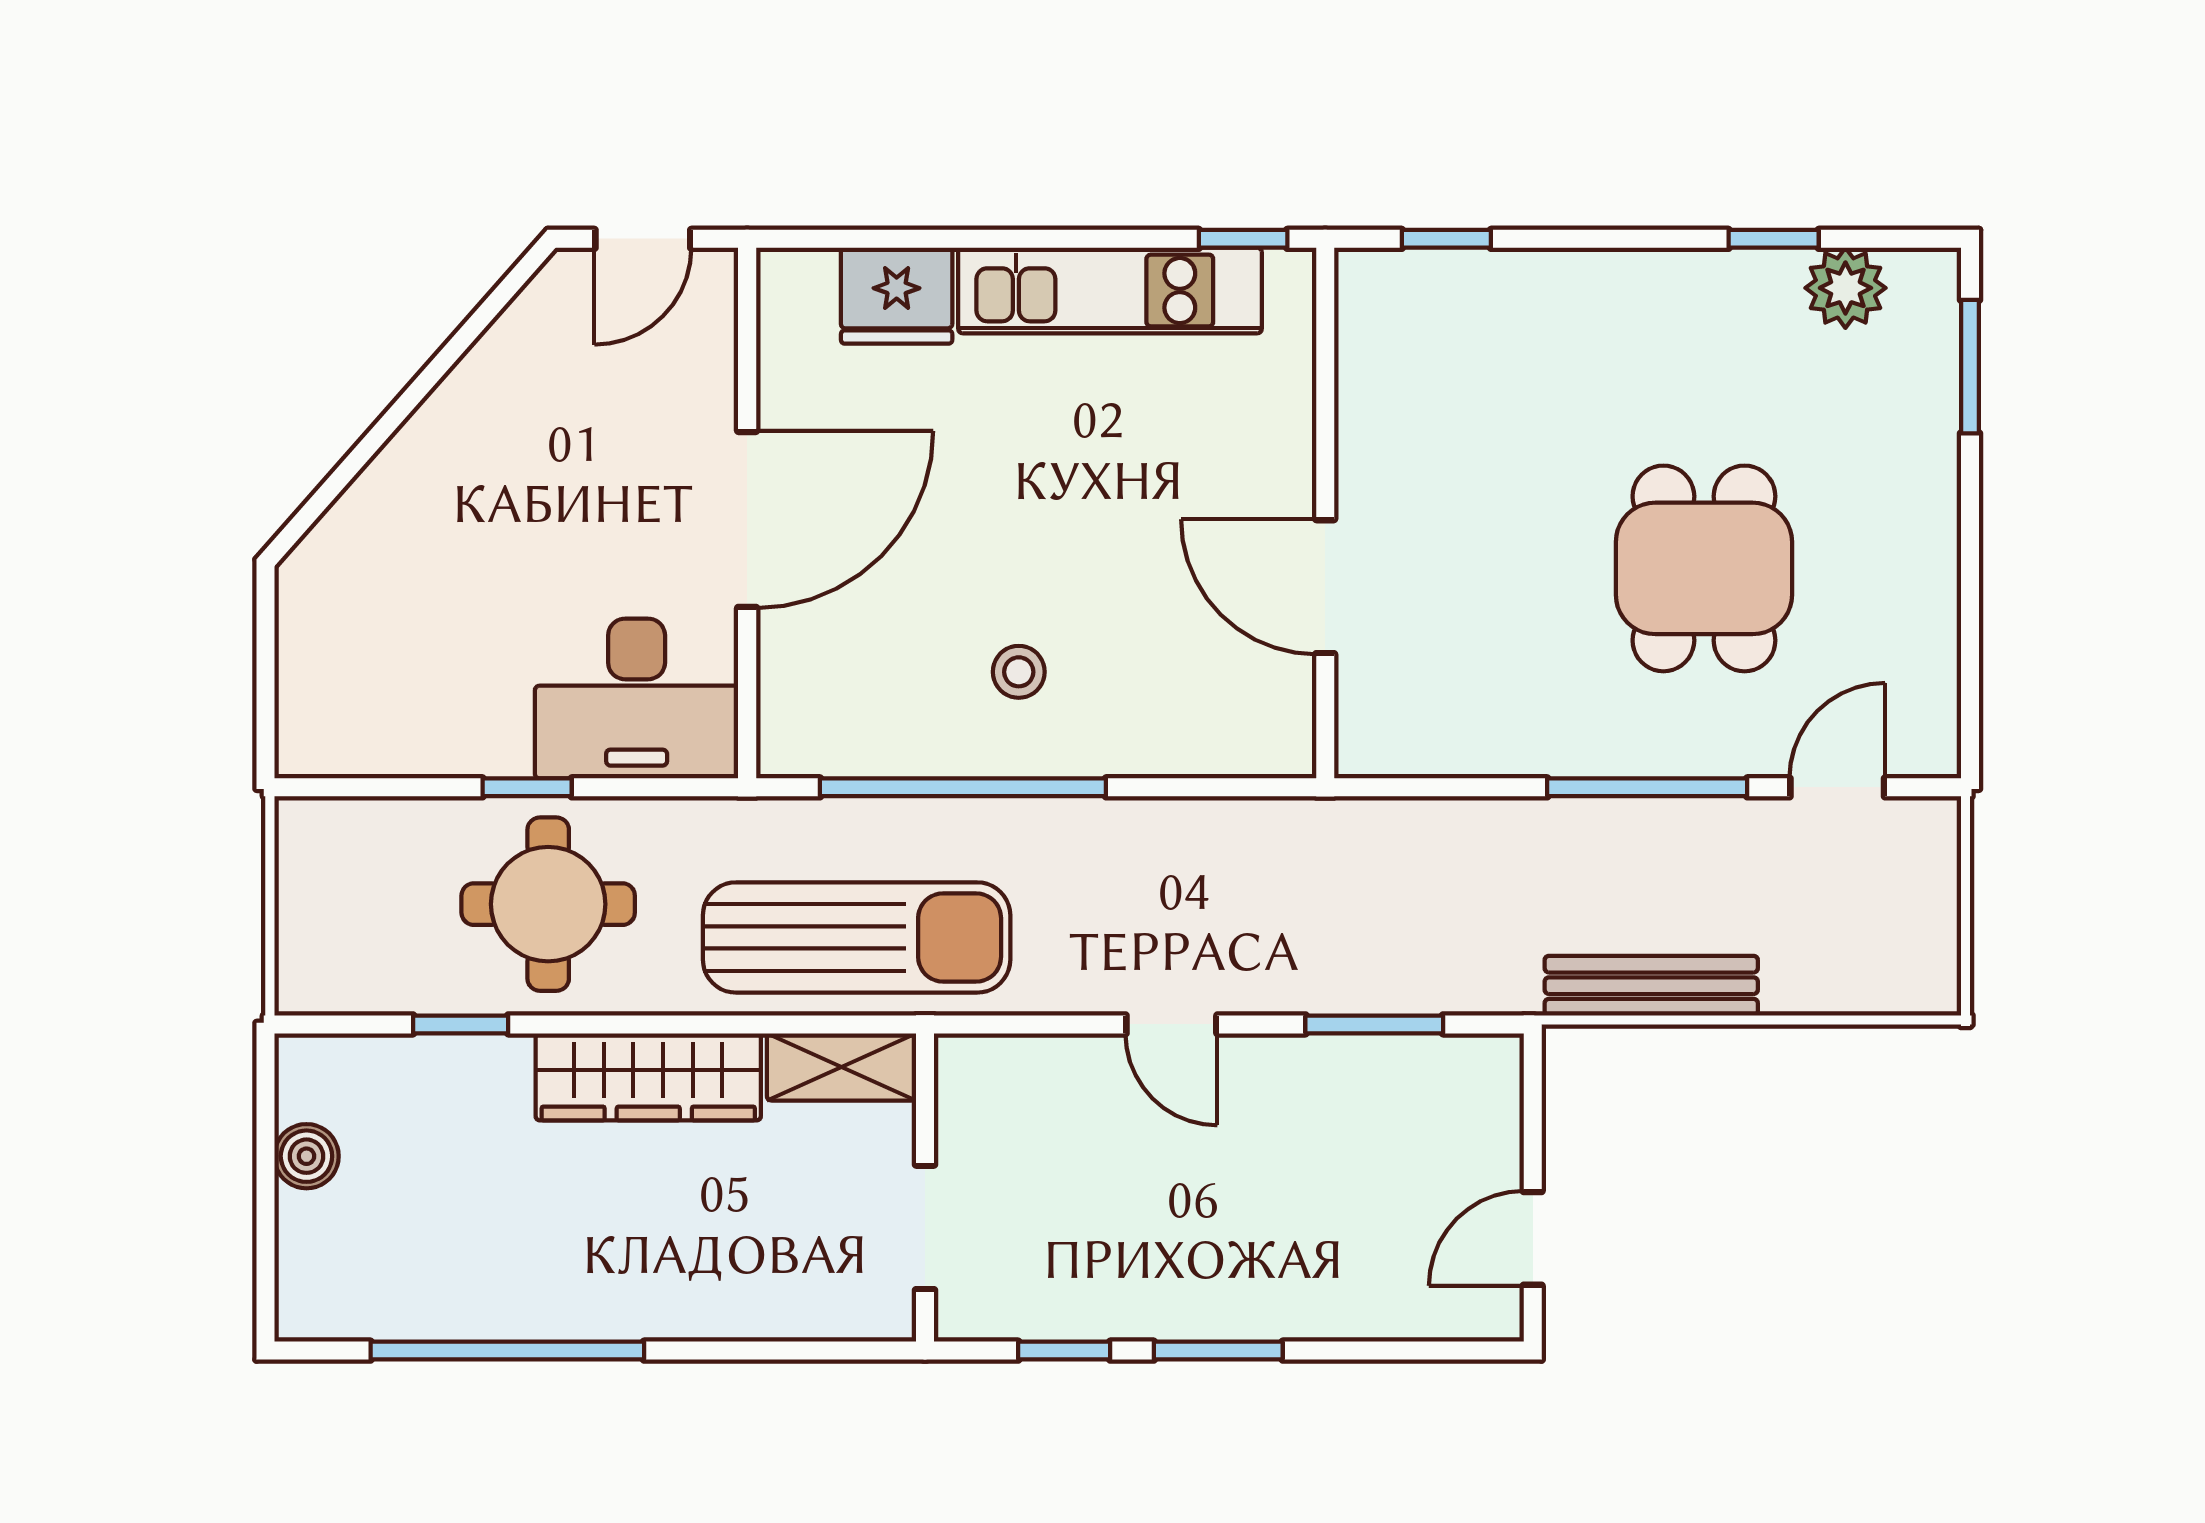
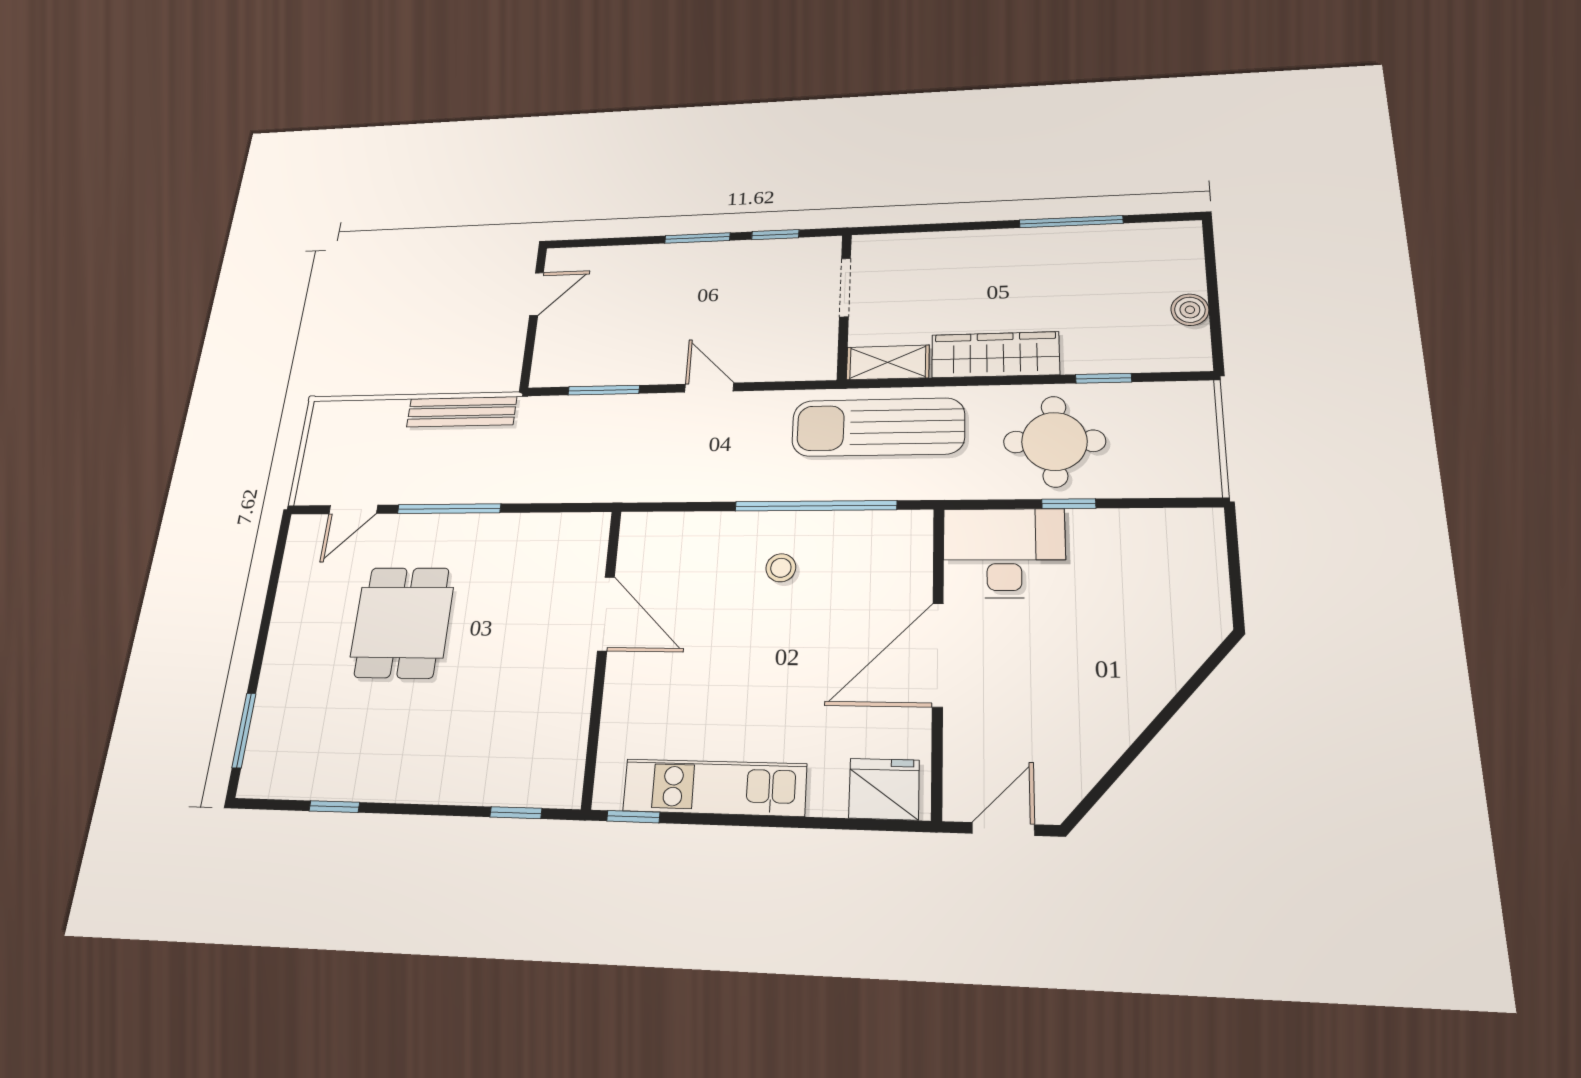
plant: (1845, 288) -> (301, 777), removed
fridge: (897, 296) -> (884, 789), moved
window: (507, 1351) -> (1071, 222), width x0.68

